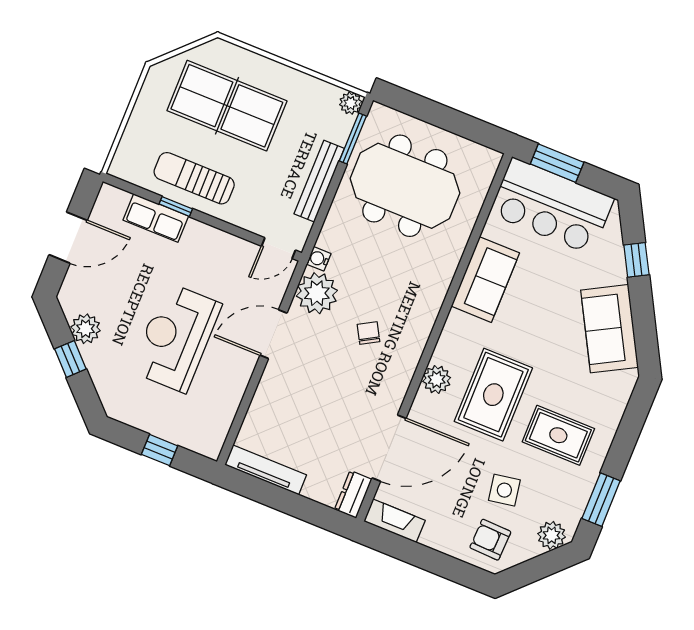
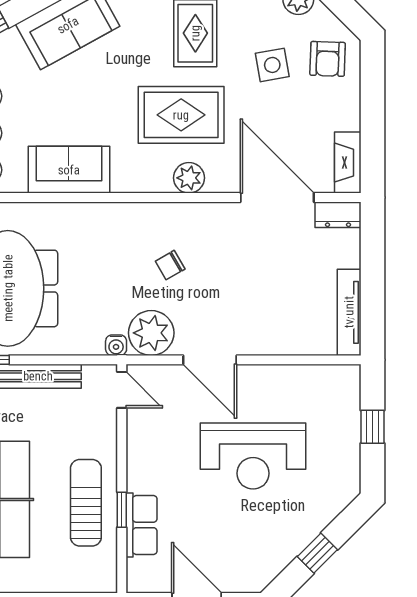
sun lounger: (194, 178) -> (86, 503), turned 180
plant: (86, 329) -> (281, 550), removed

